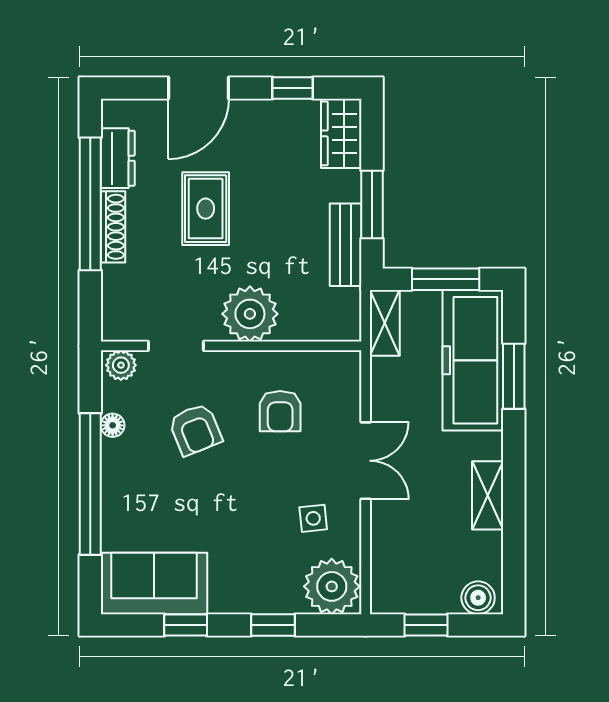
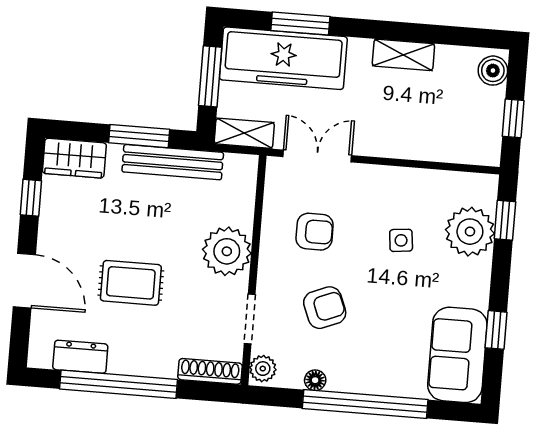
shoe rack: (113, 227) -> (210, 371), moved
bench: (346, 245) -> (173, 162), width x1.36
double door: (366, 461) -> (317, 156), moved
side table: (313, 518) -> (401, 240), moved
plant: (332, 586) -> (470, 232), moved
window: (273, 625) -> (505, 220), moved

